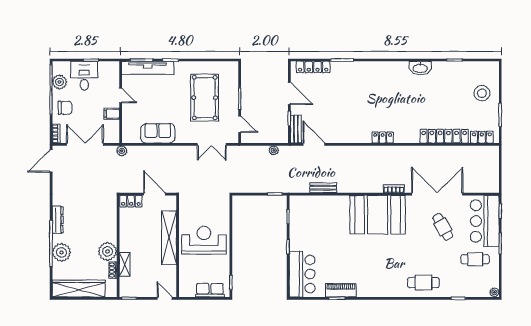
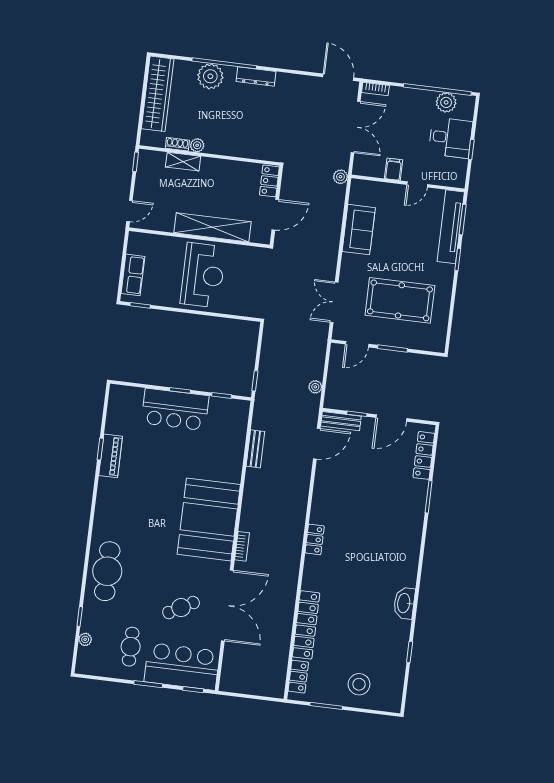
chair: (65, 108) -> (410, 105), removed
plant: (107, 251) -> (197, 145), width x0.53, depth x0.53
bar counter: (302, 274) -> (175, 409), moved
cafe table: (423, 283) -> (107, 571), width x1.37, depth x1.35
plant: (494, 292) -> (85, 639), moved

